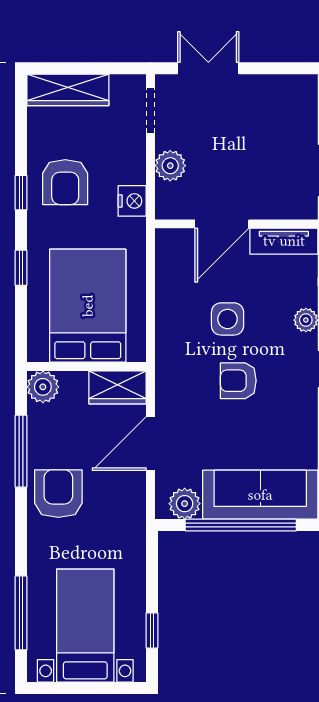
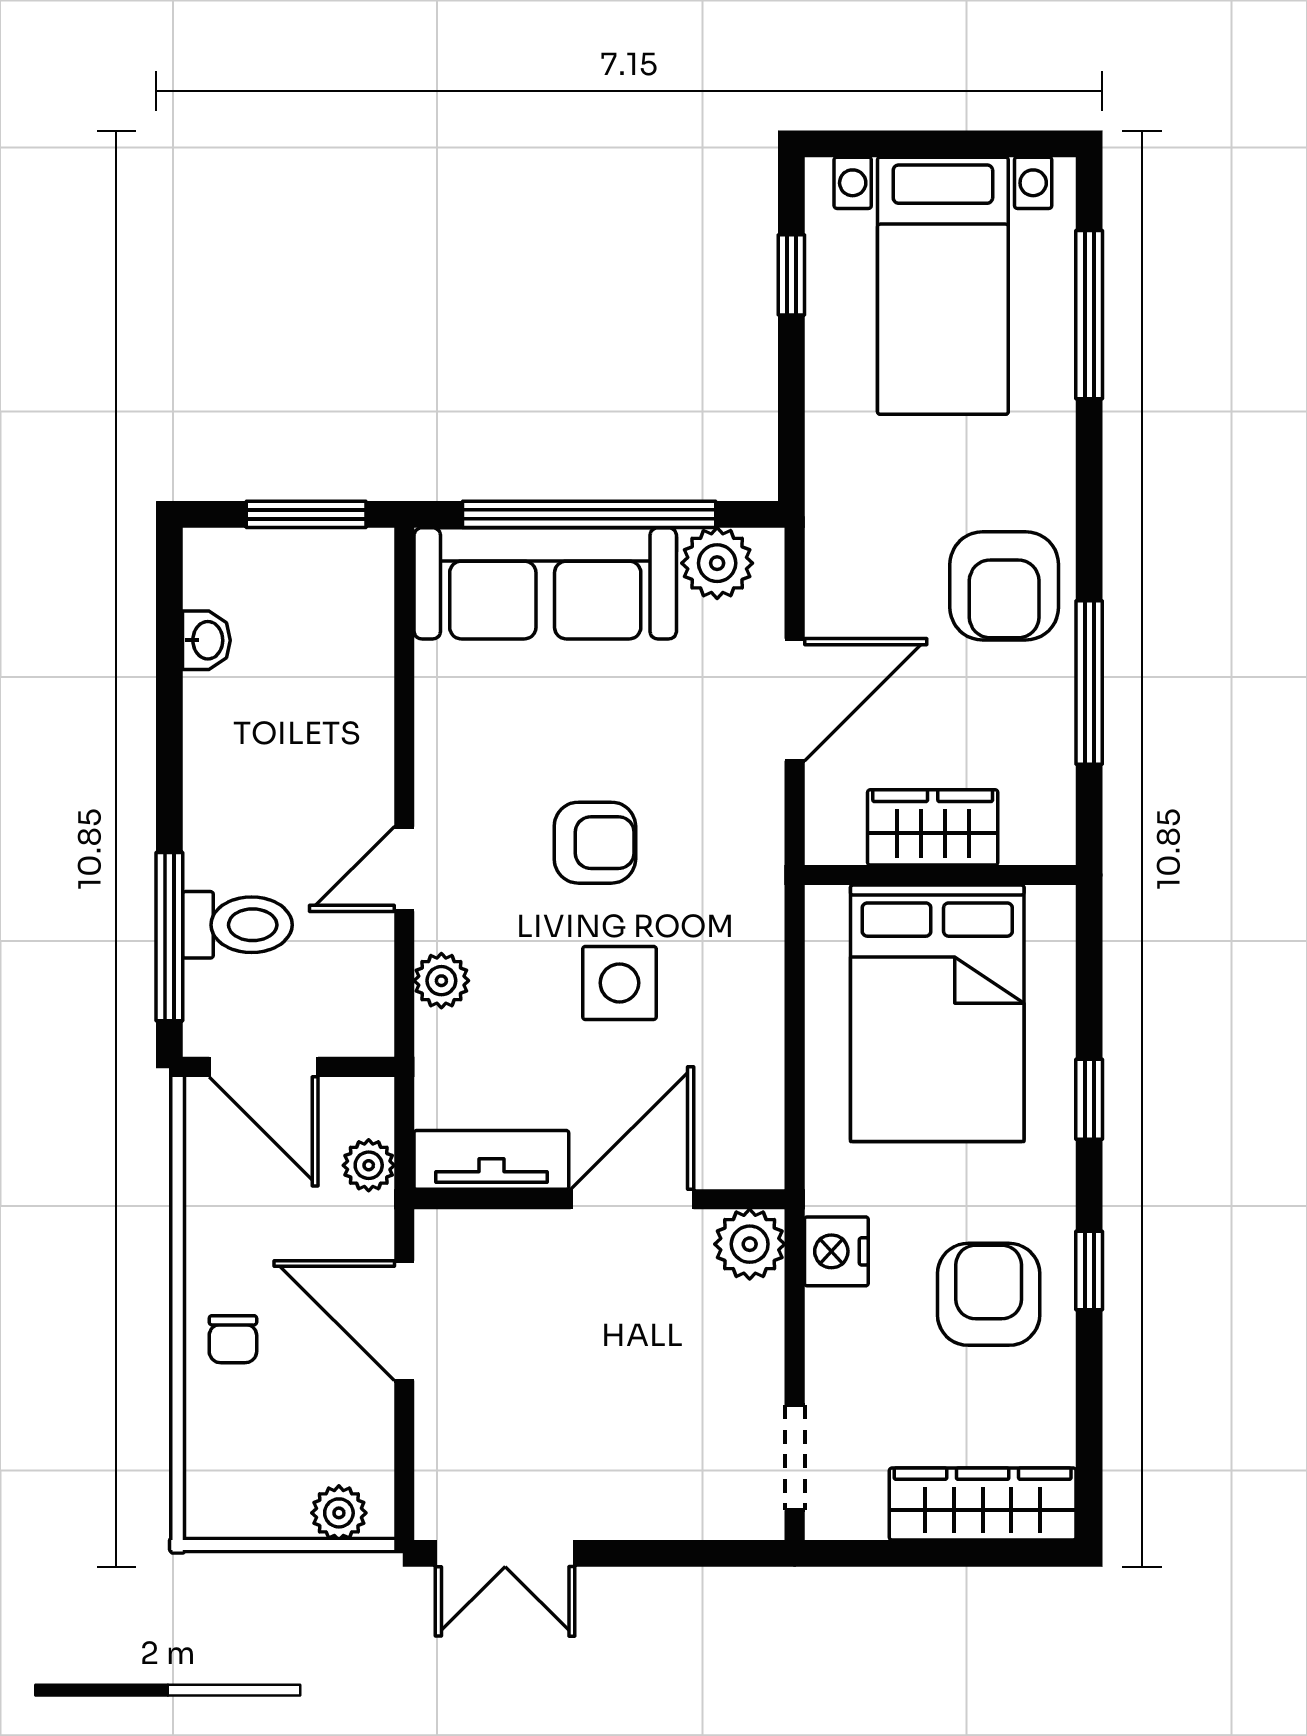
double door: (208, 68) -> (505, 1553), moved
plant: (170, 166) -> (750, 1244), moved
plant: (43, 387) -> (1039, 829), removed
wardrobe: (118, 387) -> (933, 827), moved

